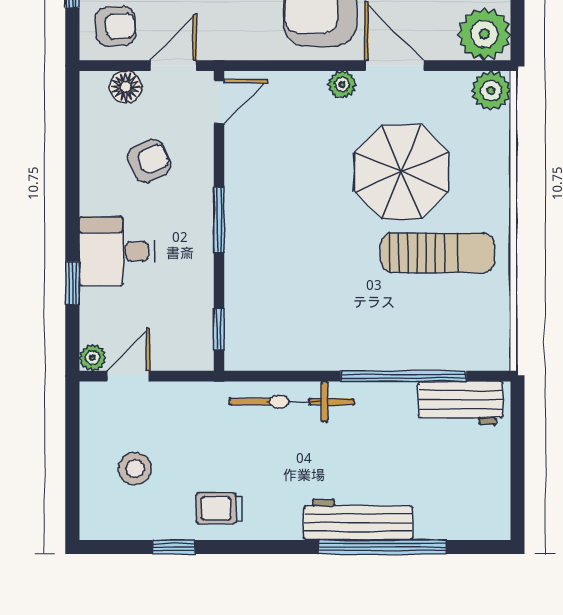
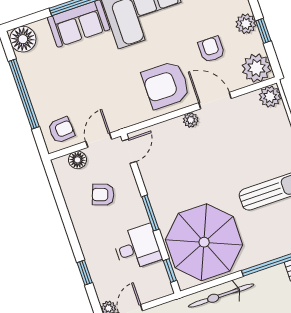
armchair: (149, 161) -> (103, 195), turned -135
parasol: (402, 172) -> (204, 242), moved, width x1.36, depth x1.36
desk: (117, 251) -> (137, 248), moved, turned 180

